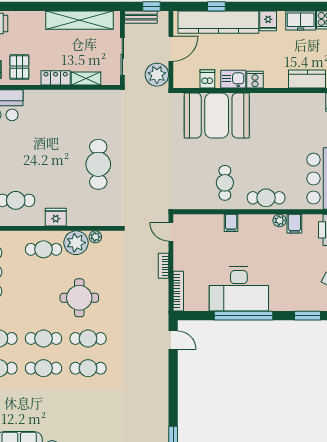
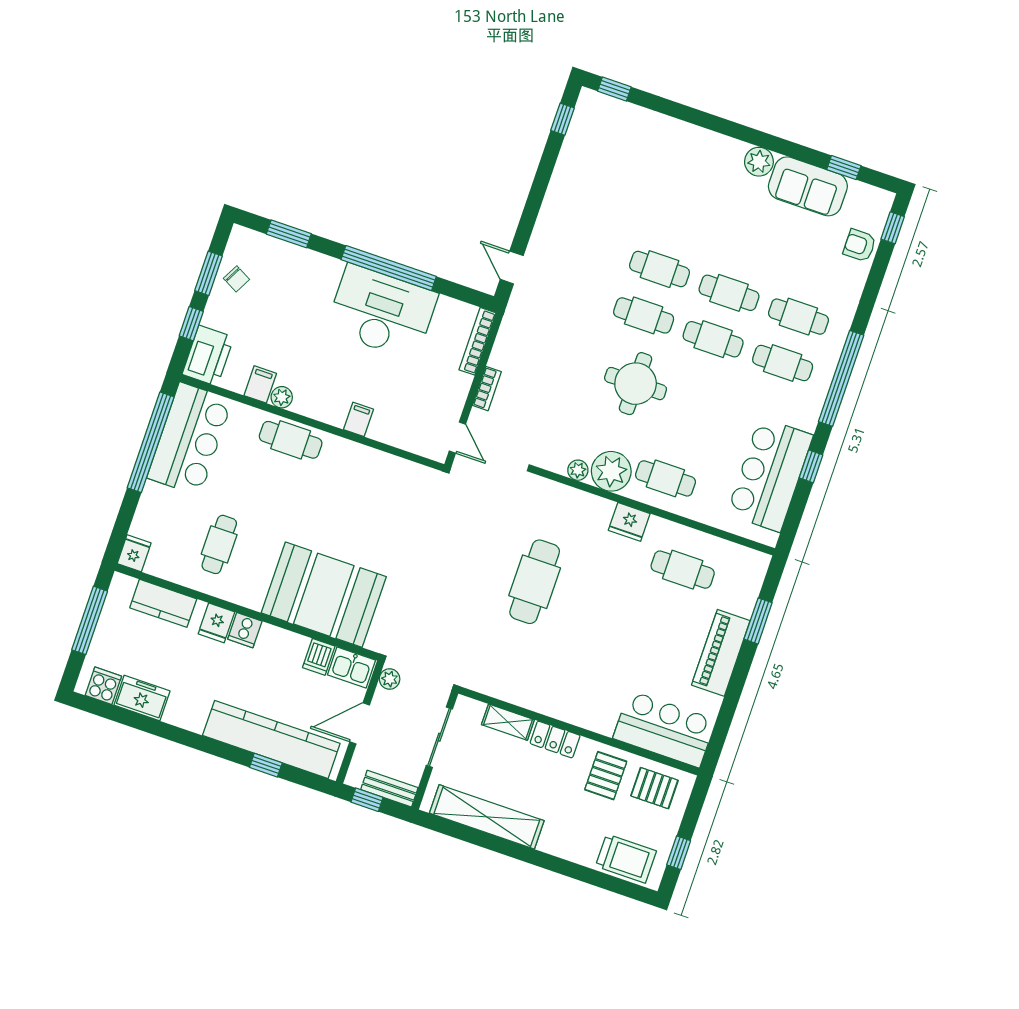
fridge: (268, 21) -> (216, 623), moved, turned 180
plant: (157, 75) -> (390, 679), width x0.53, depth x0.53
kitchen sink: (233, 79) -> (352, 667), moved
cafe table: (225, 183) -> (219, 544), moved

